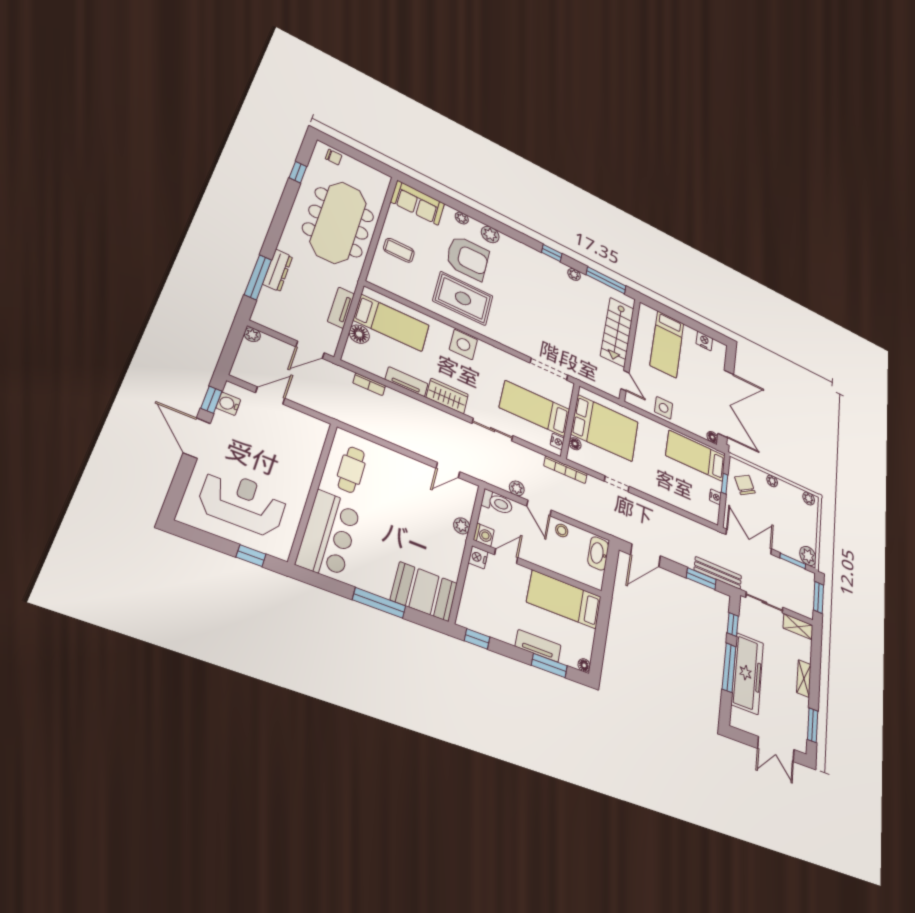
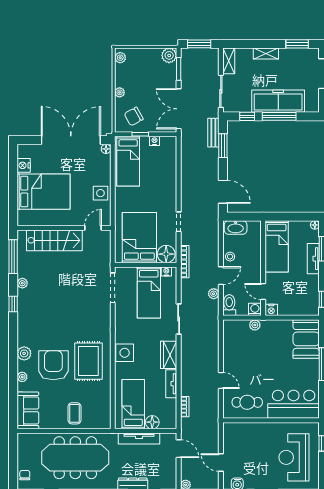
tv unit: (341, 308) -> (139, 439), width x1.41
bed: (667, 344) -> (43, 192), width x1.50
floor lamp: (575, 444) -> (166, 254), width x1.89, depth x1.89
door: (448, 470) -> (221, 380), moved
bench: (718, 573) -> (213, 133), width x0.73

